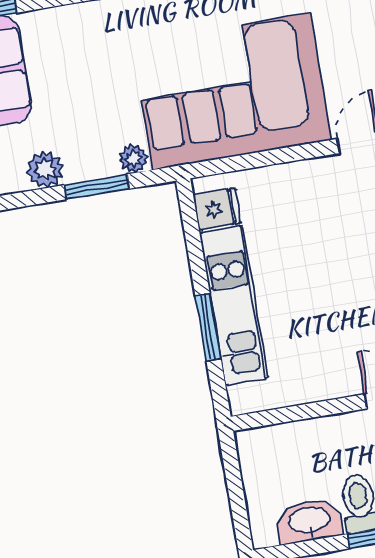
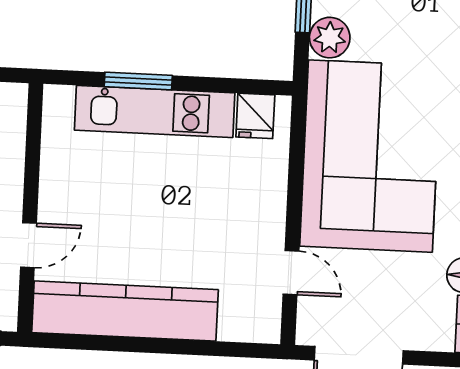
plant: (133, 159) -> (330, 38), width x1.38, depth x1.38

